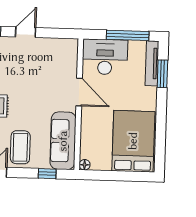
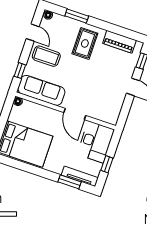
window: (128, 35) -> (107, 164), width x0.46
door: (79, 92) -> (75, 114), hinge flipped

